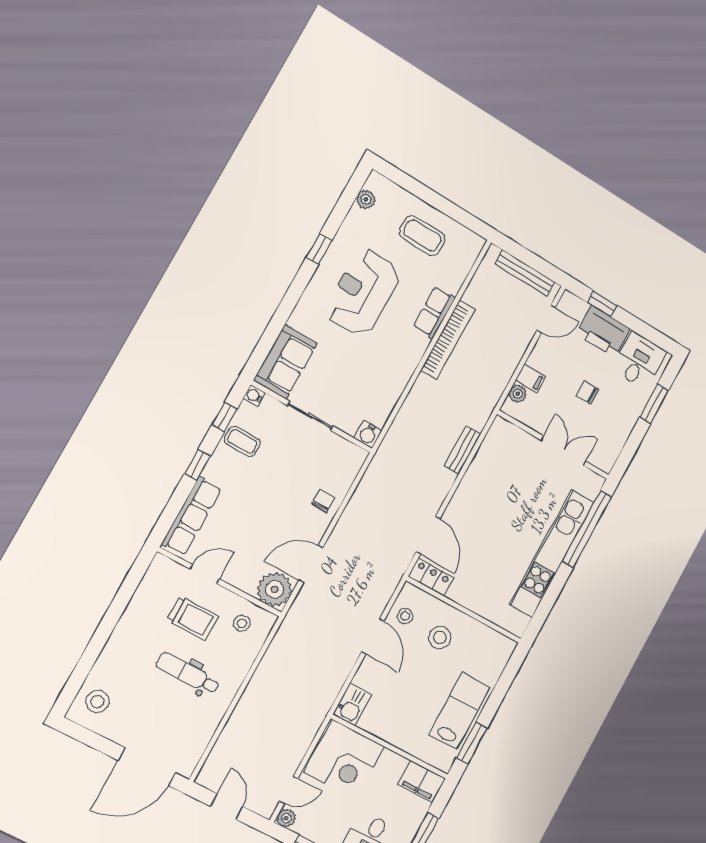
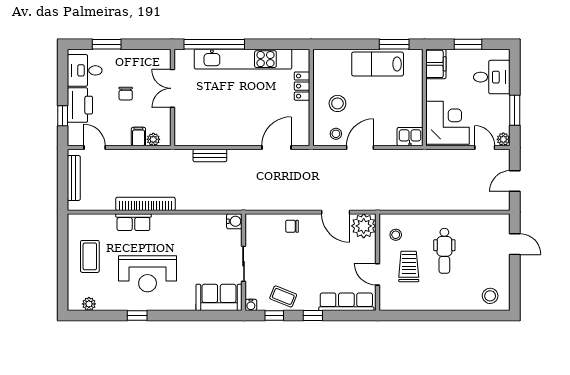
coffee table: (242, 442) -> (283, 296), turned -68
locker: (431, 577) -> (302, 86), moved
door: (147, 767) -> (515, 244), width x0.53

